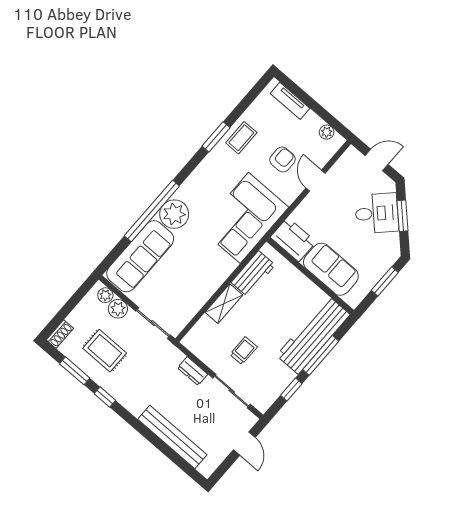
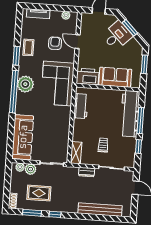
window: (152, 211) -> (14, 92), moved
plant: (174, 214) -> (25, 84), moved
shelving: (224, 304) -> (76, 153), moved

